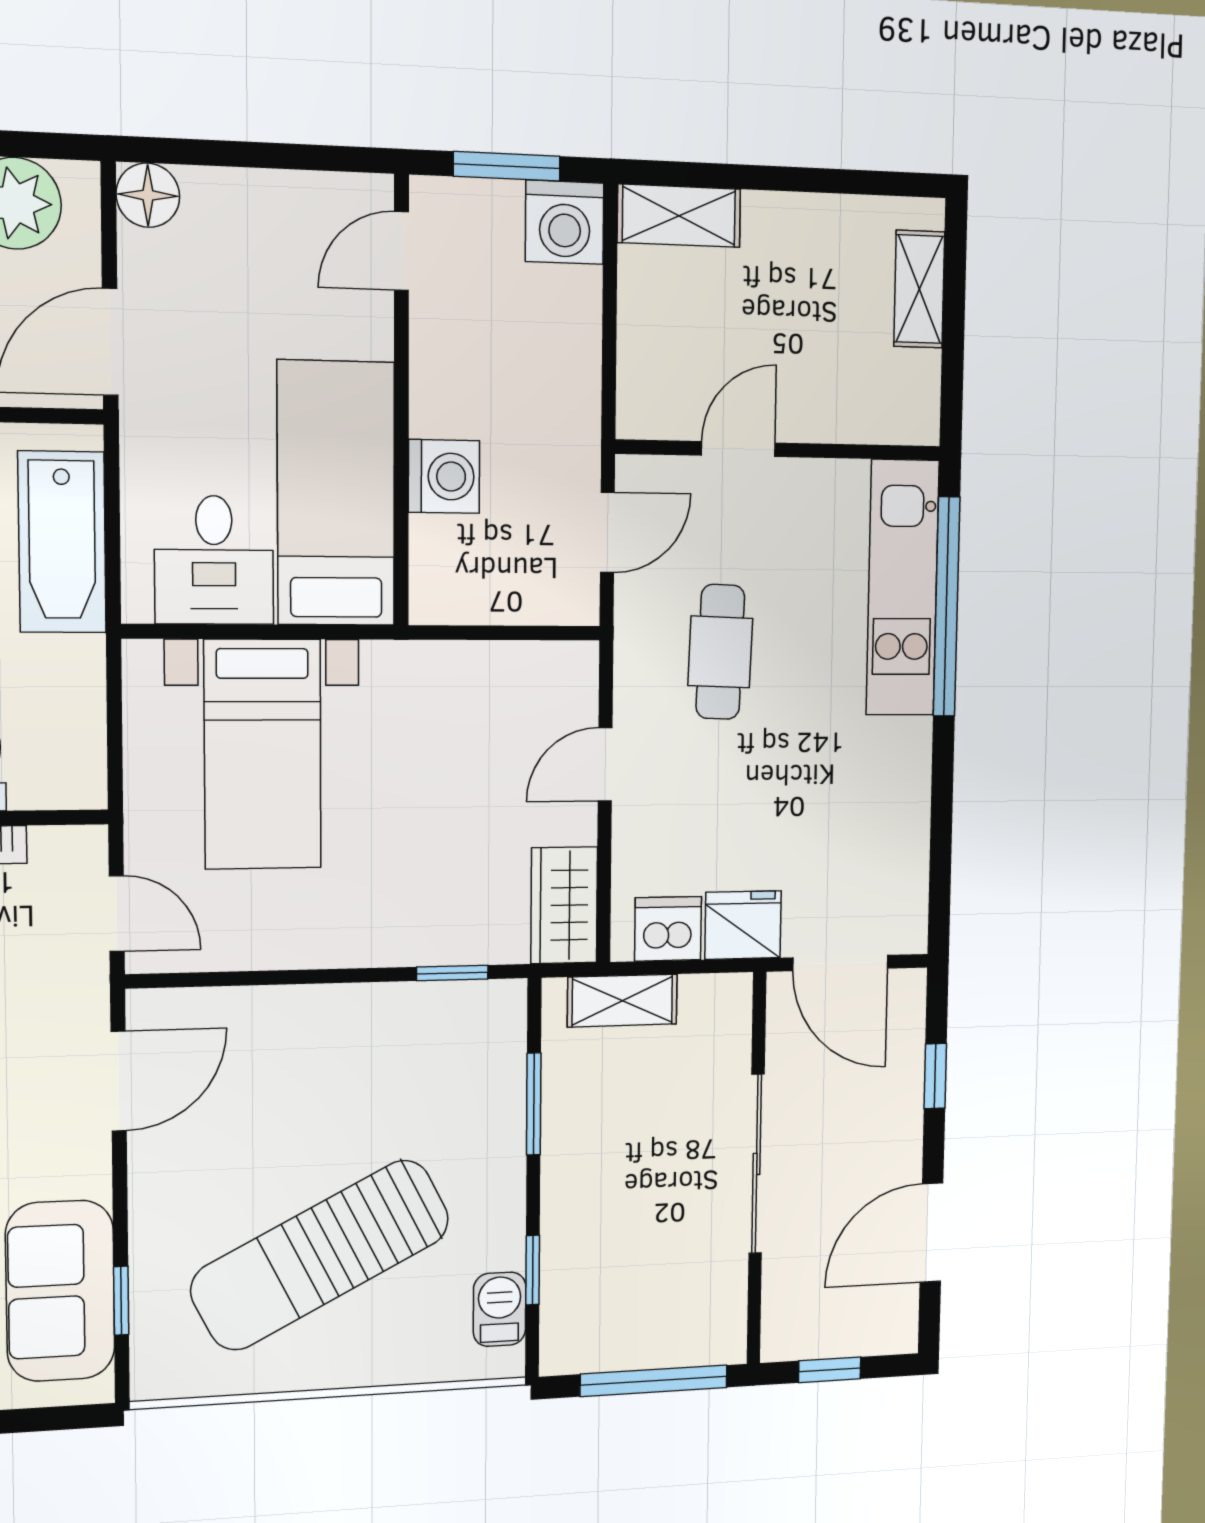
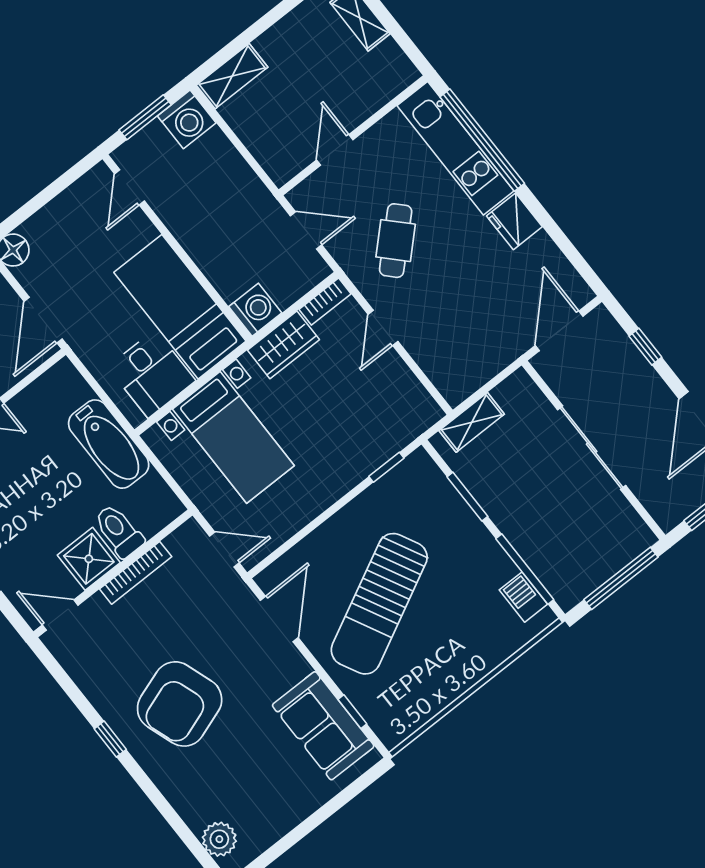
washing machine: (444, 476) -> (255, 310), moved
door: (607, 532) -> (306, 230), hinge flipped
bathtub: (62, 542) -> (109, 444), moved
cafe table: (720, 652) -> (396, 241), turned 44
bookcase: (553, 659) -> (325, 302), added
wardrobe: (564, 905) -> (283, 345), moved, turned -90
fridge: (743, 925) -> (514, 221), moved, turned -90
dishwasher: (668, 929) -> (468, 376), removed
door: (840, 963) -> (559, 331), swing flipped
sun lounger: (320, 1255) -> (379, 604), moved
window: (533, 1270) -> (525, 569), width x2.17

